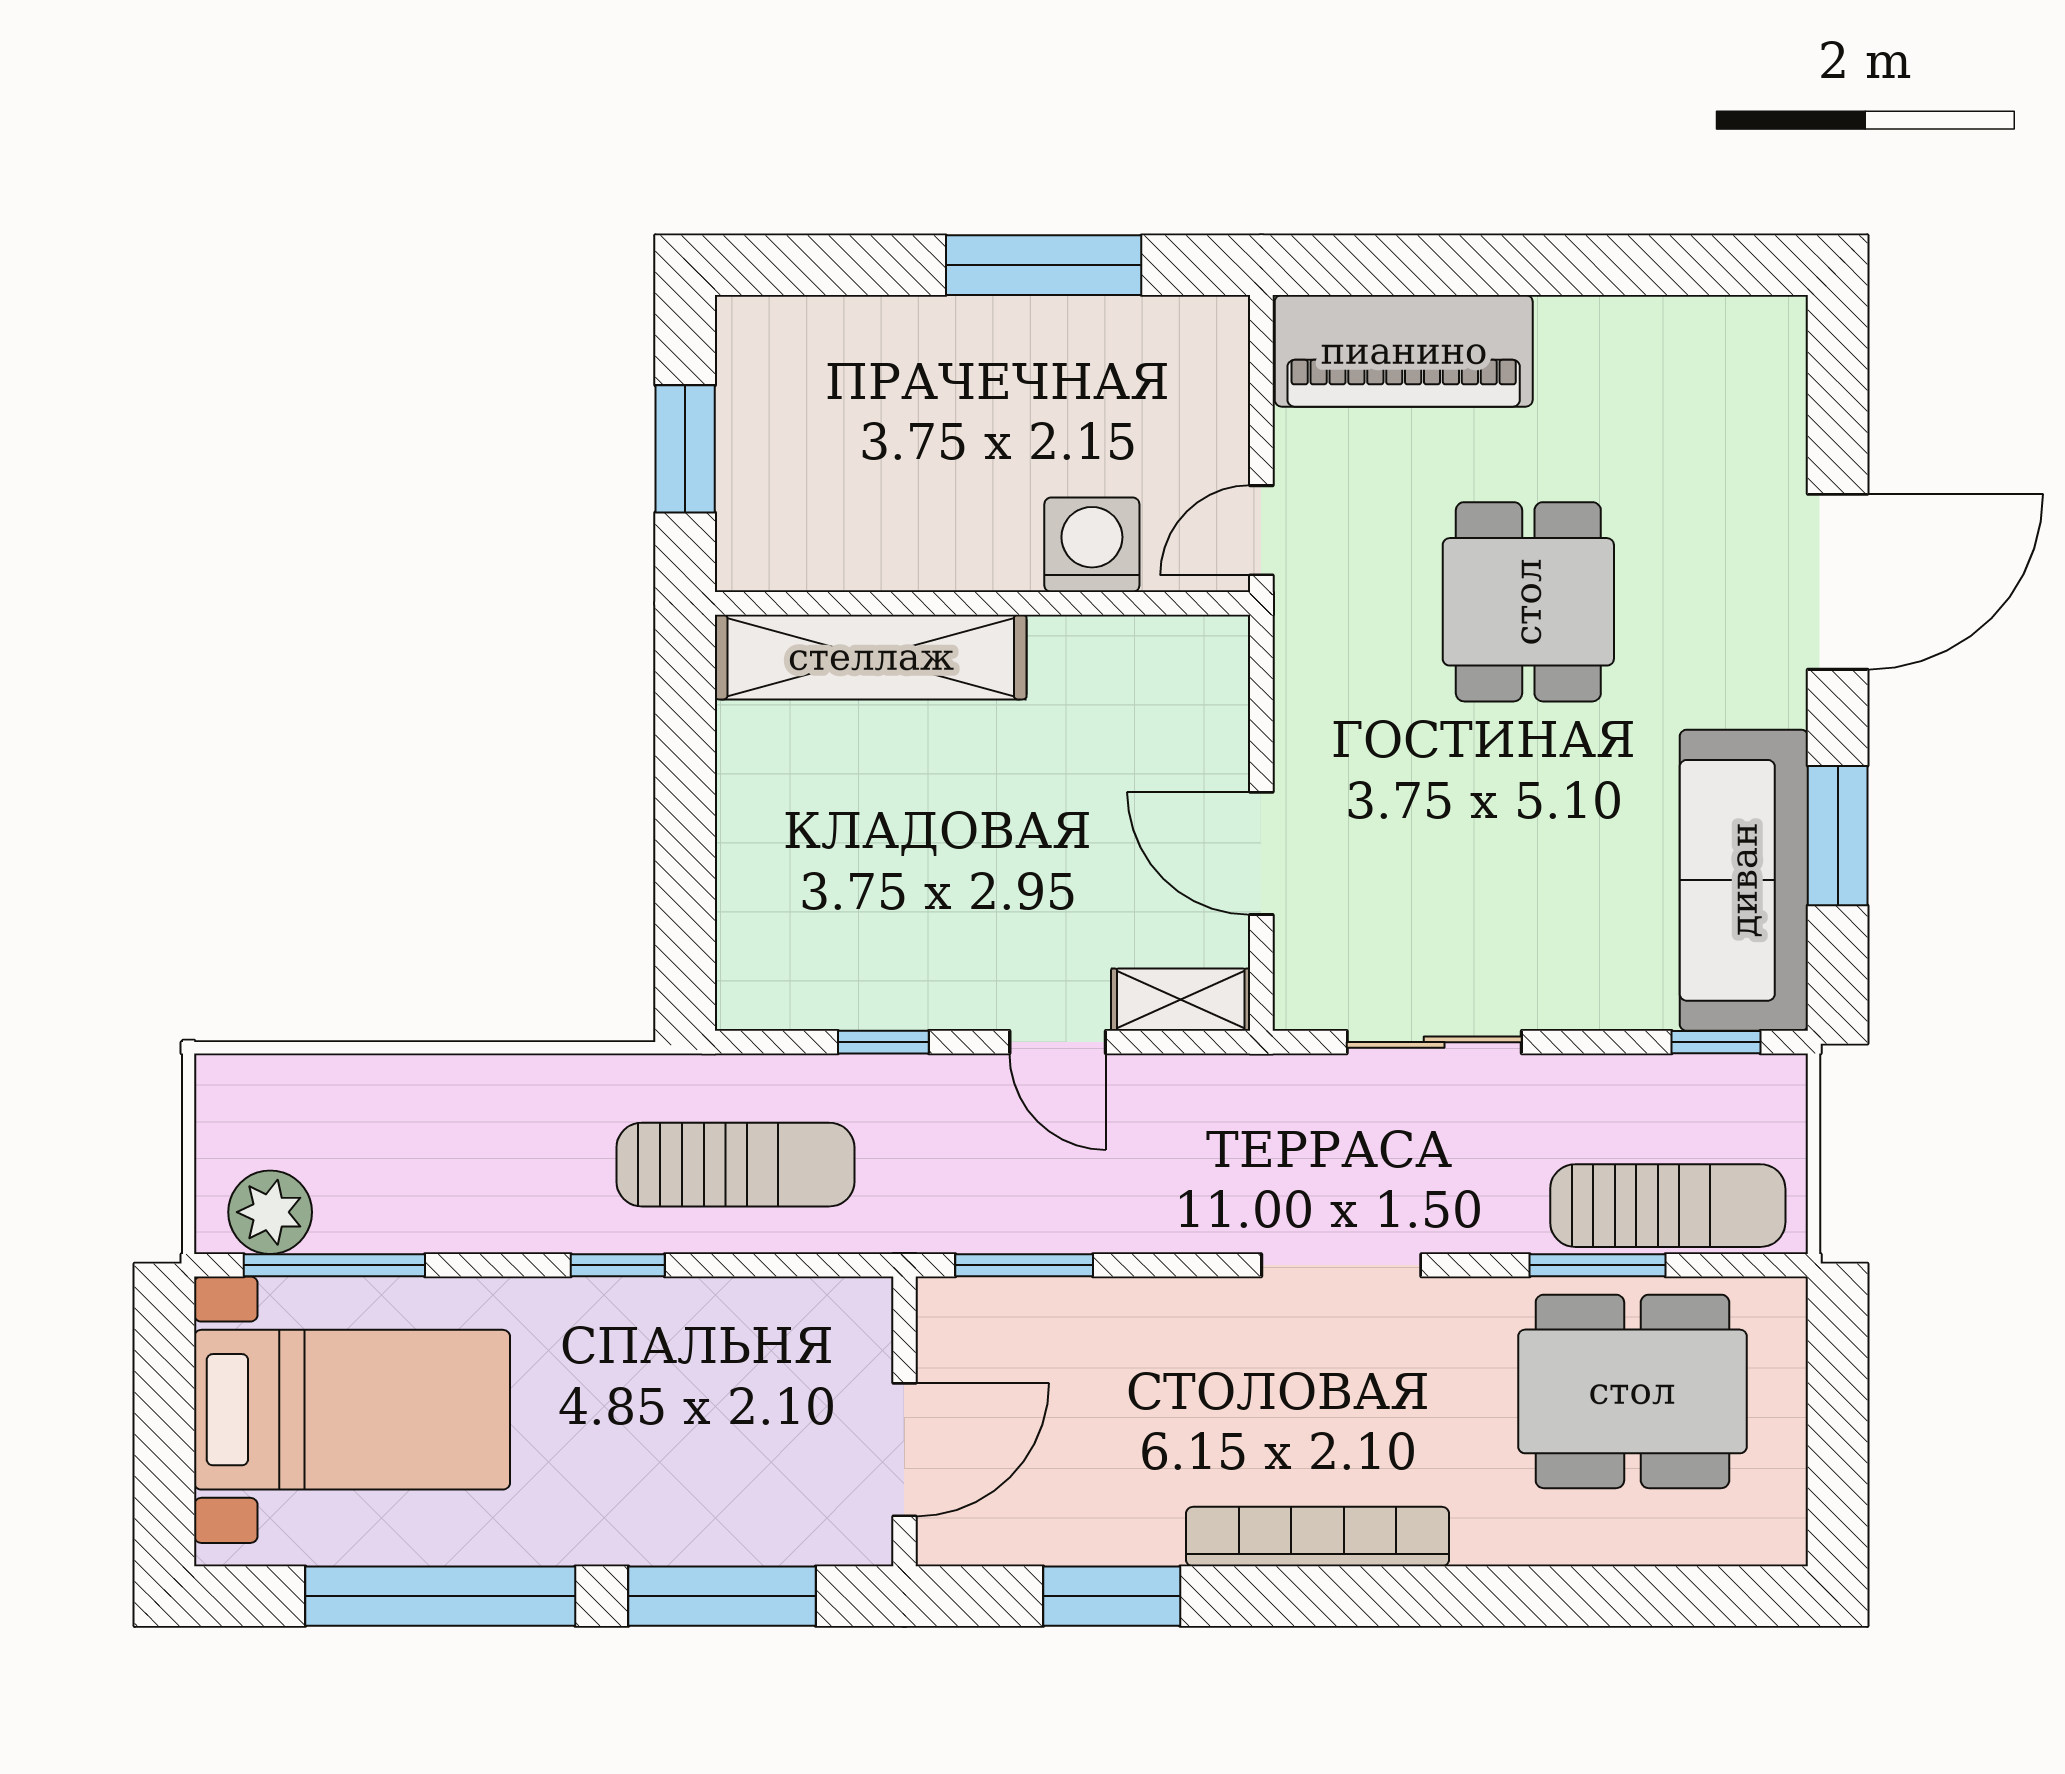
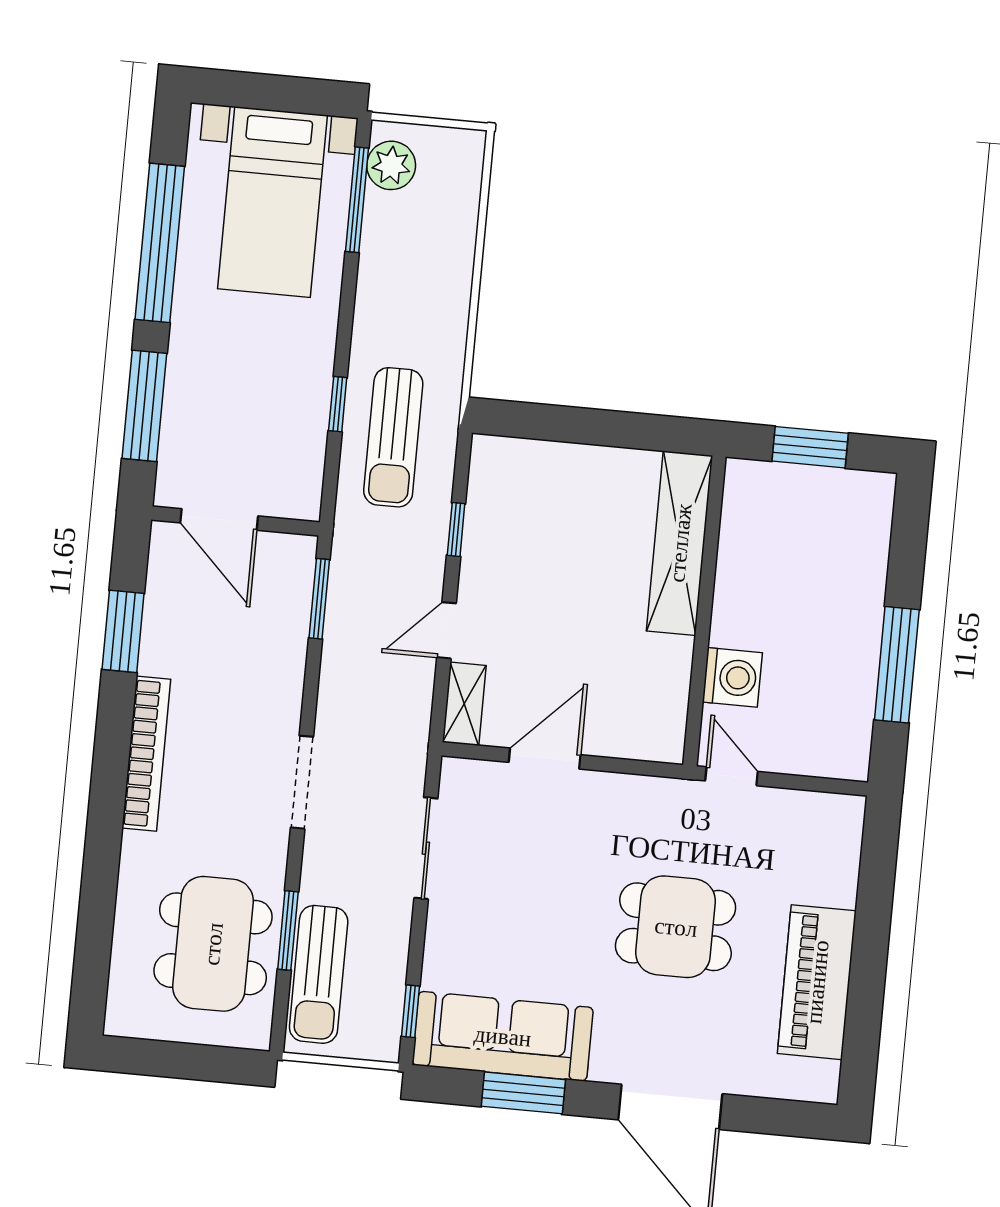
piano: (1404, 351) -> (817, 982), moved
window: (618, 1265) -> (338, 404), moved

